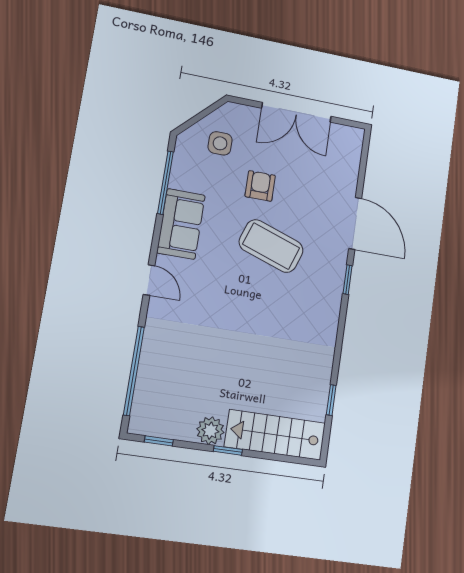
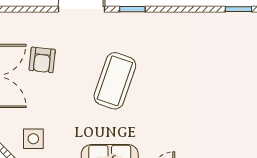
armchair: (260, 186) -> (42, 60), moved, turned -84

